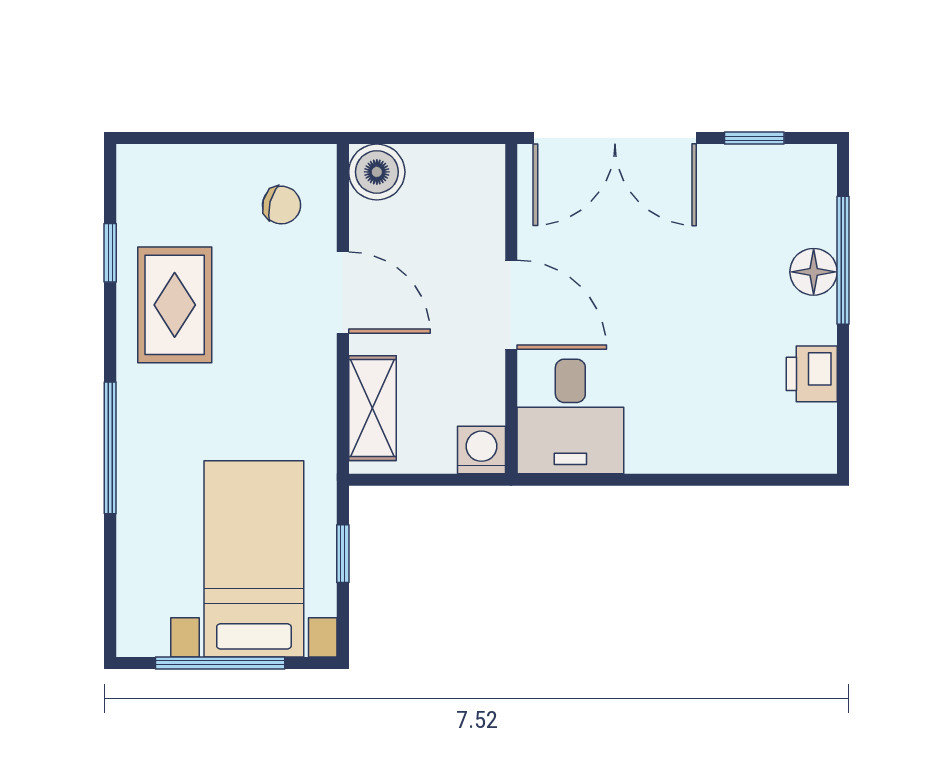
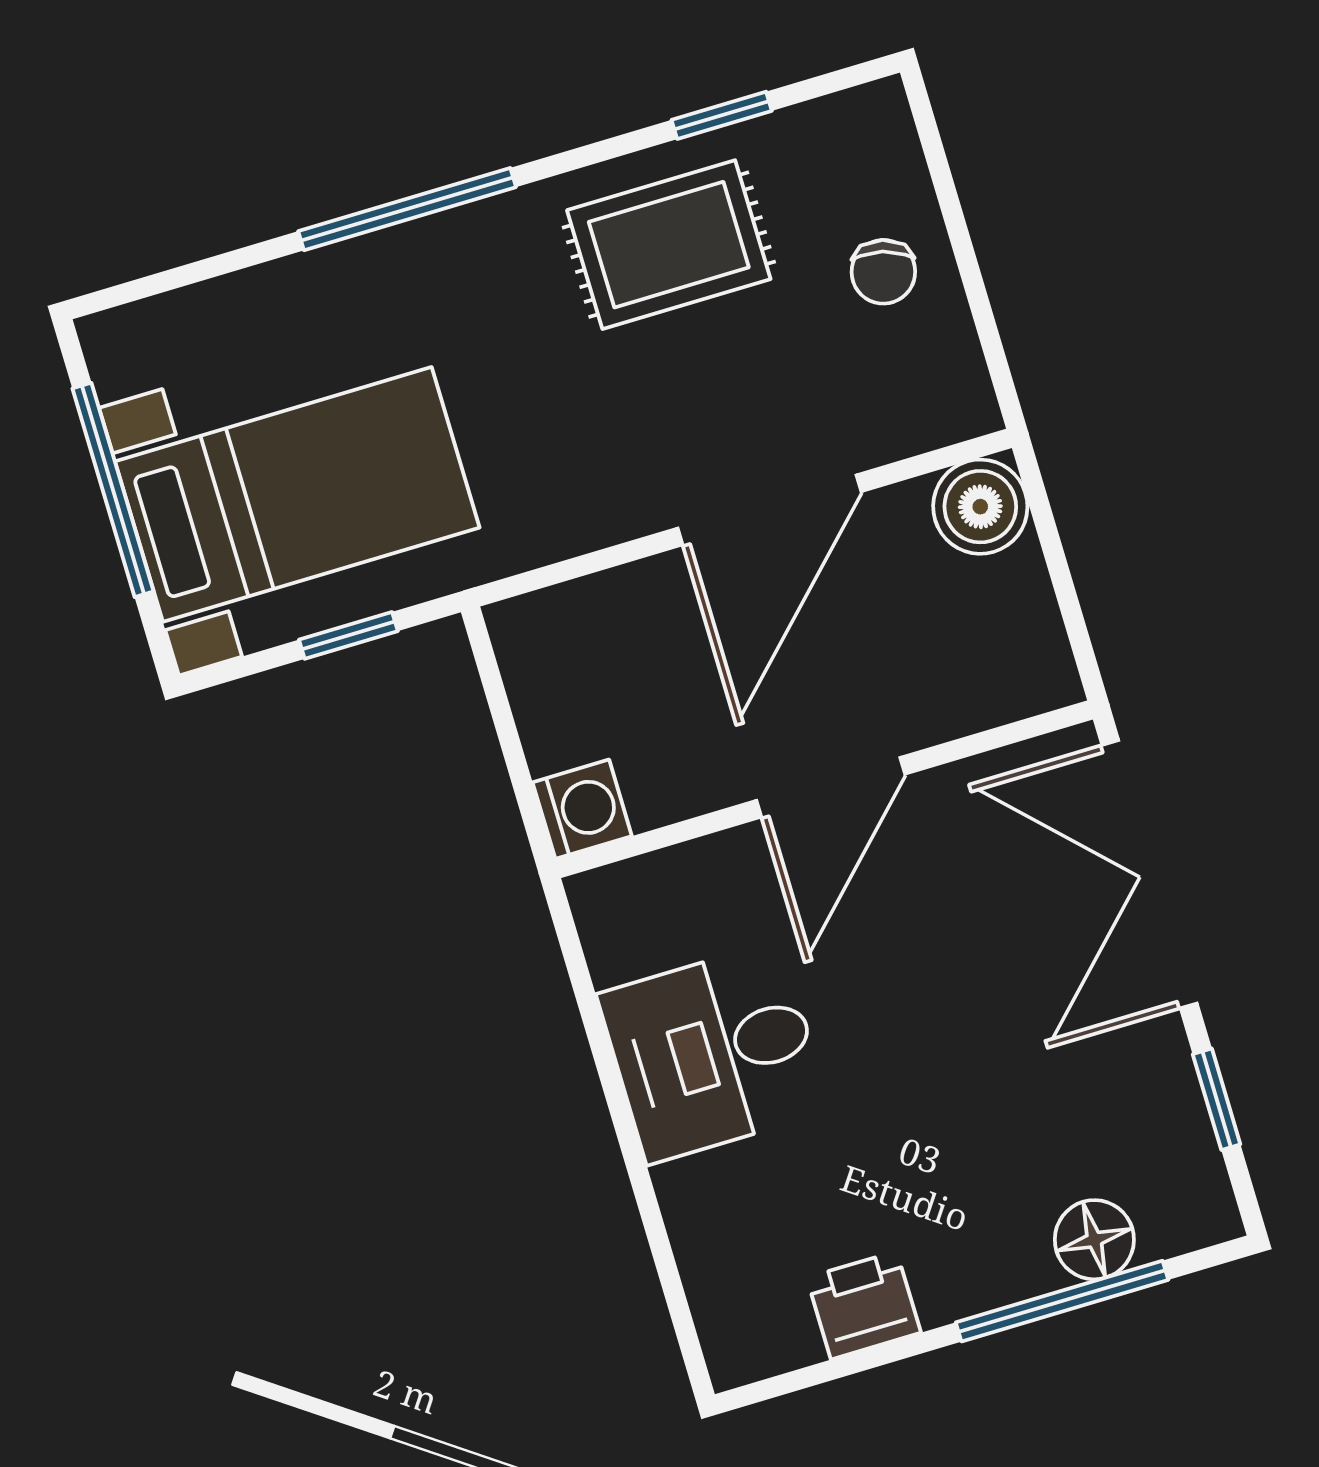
chair: (282, 205) -> (883, 272), moved
floor lamp: (814, 272) -> (1094, 1240), moved
door: (343, 293) -> (769, 510), width x1.36
shelving: (372, 408) -> (597, 613), removed
desk: (570, 416) -> (714, 1052), moved

